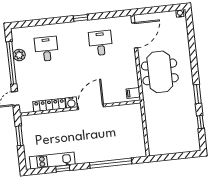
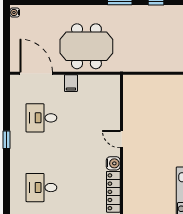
filing cabinet: (133, 93) -> (71, 83), moved
door: (91, 107) -> (121, 139), width x0.53

